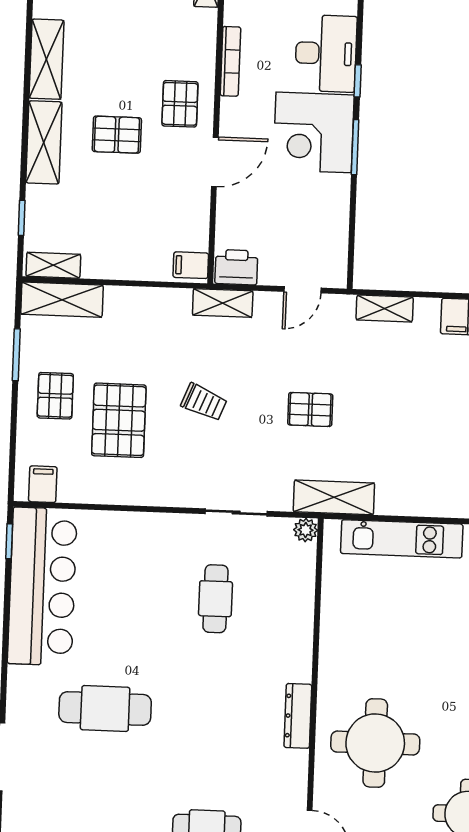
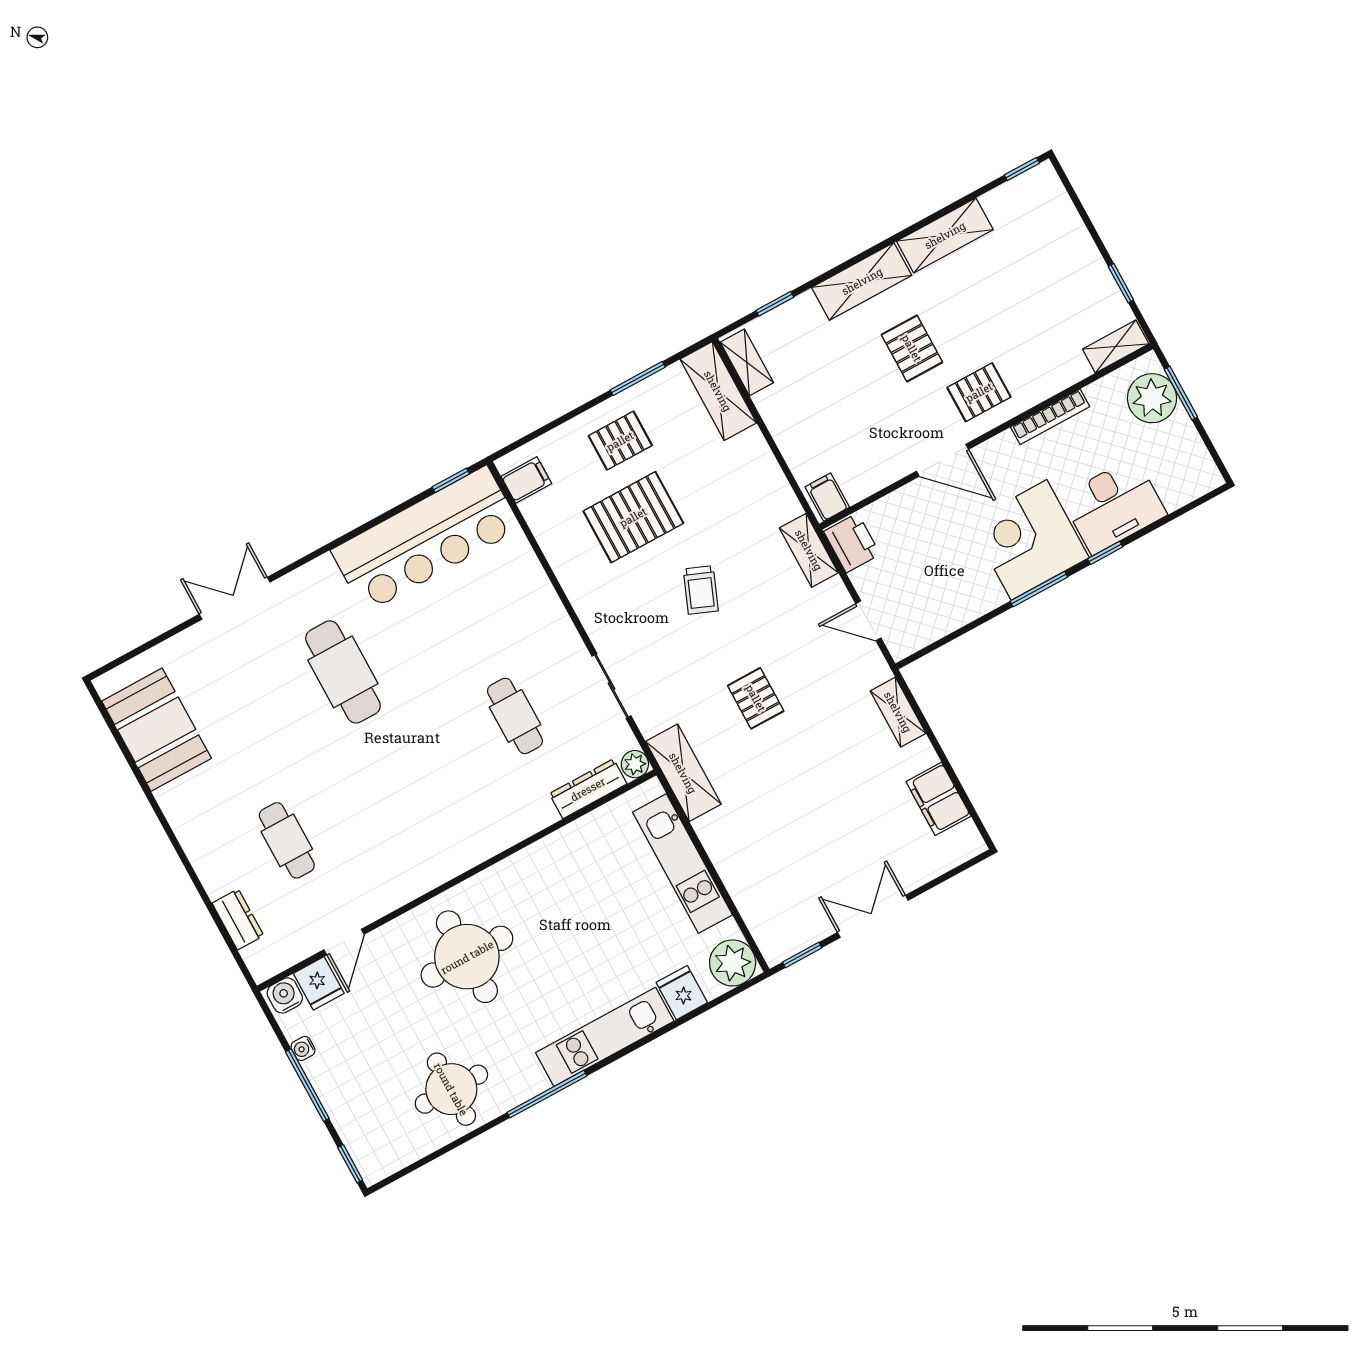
cafe table: (215, 599) -> (515, 716), turned 90
dresser: (298, 716) -> (588, 789), moved

